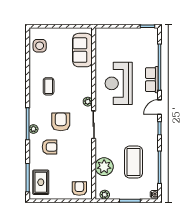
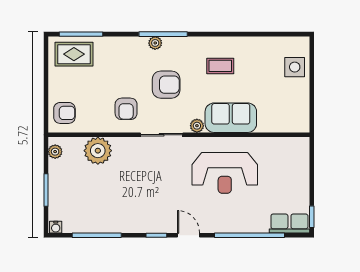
side table: (40, 46) -> (295, 67), moved
sofa: (82, 50) -> (231, 118), moved
row of seats: (152, 80) -> (289, 223), moved
reception desk: (119, 83) -> (225, 173), turned 180
armchair: (50, 147) -> (126, 109), moved
coffee table: (134, 162) -> (105, 196), removed

